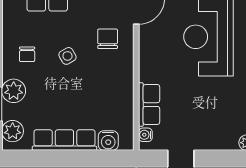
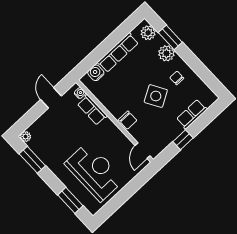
chair: (108, 39) -> (128, 120), moved
side table: (67, 56) -> (156, 96), width x1.87, depth x1.87

